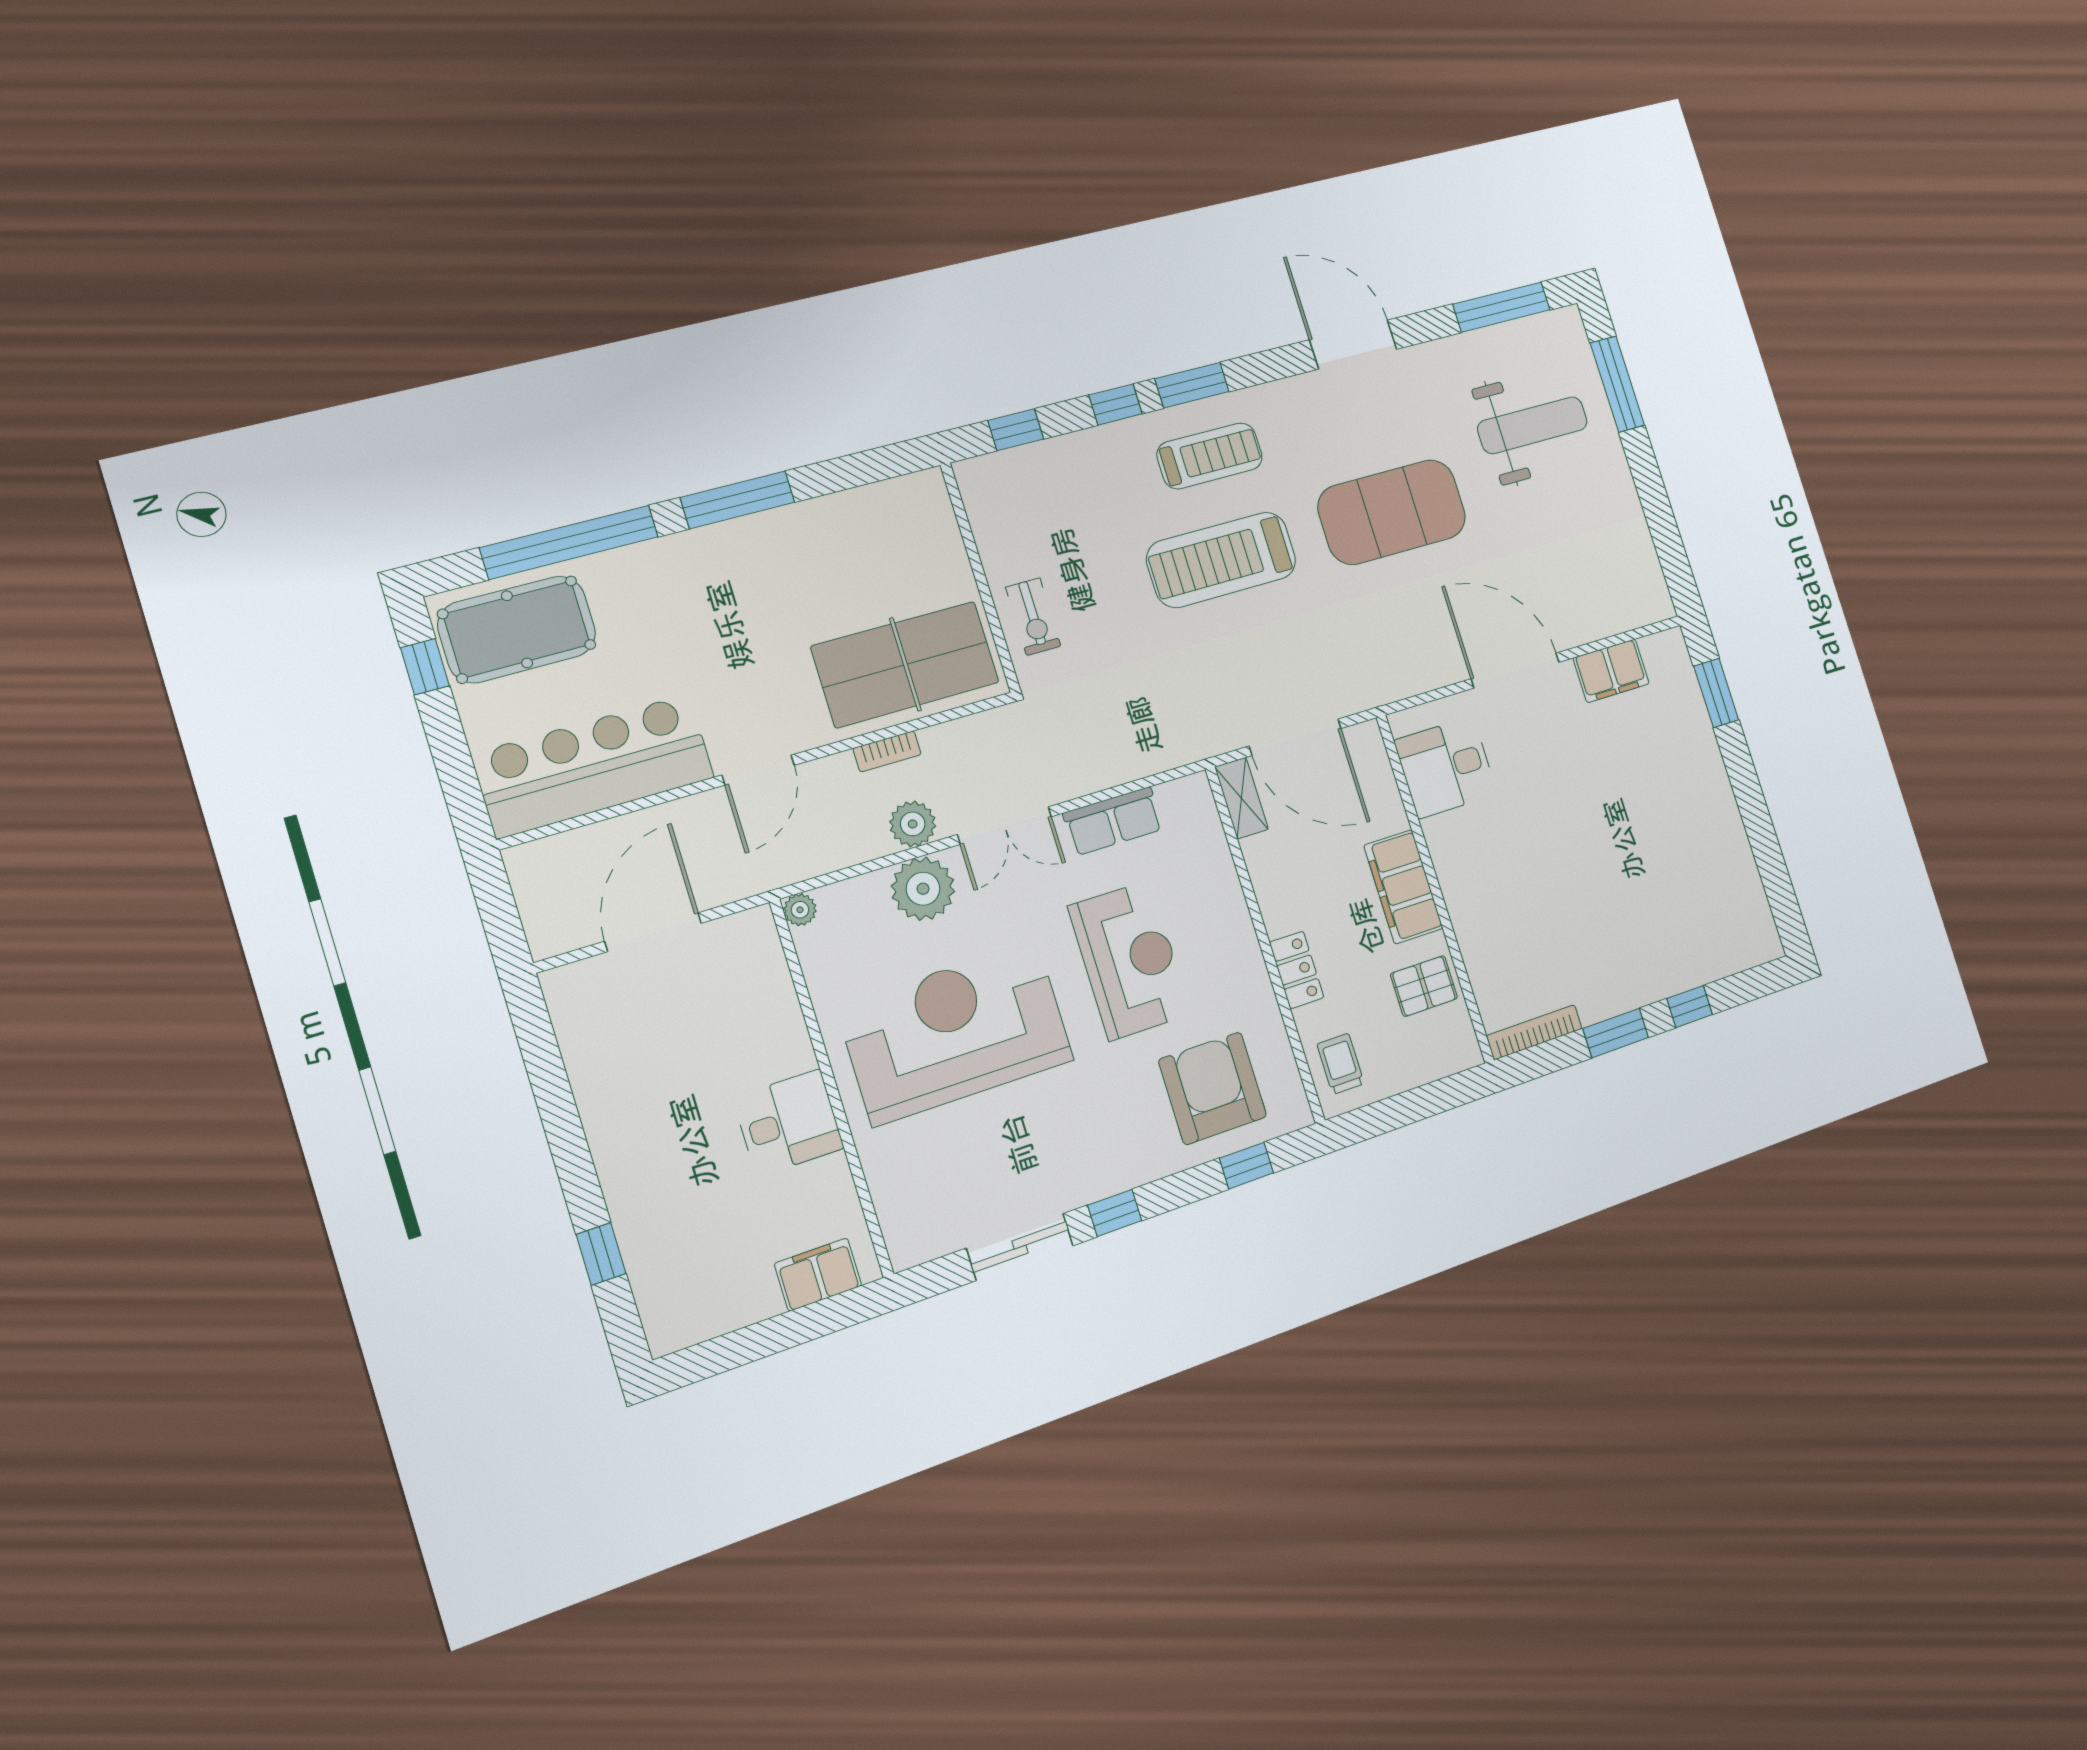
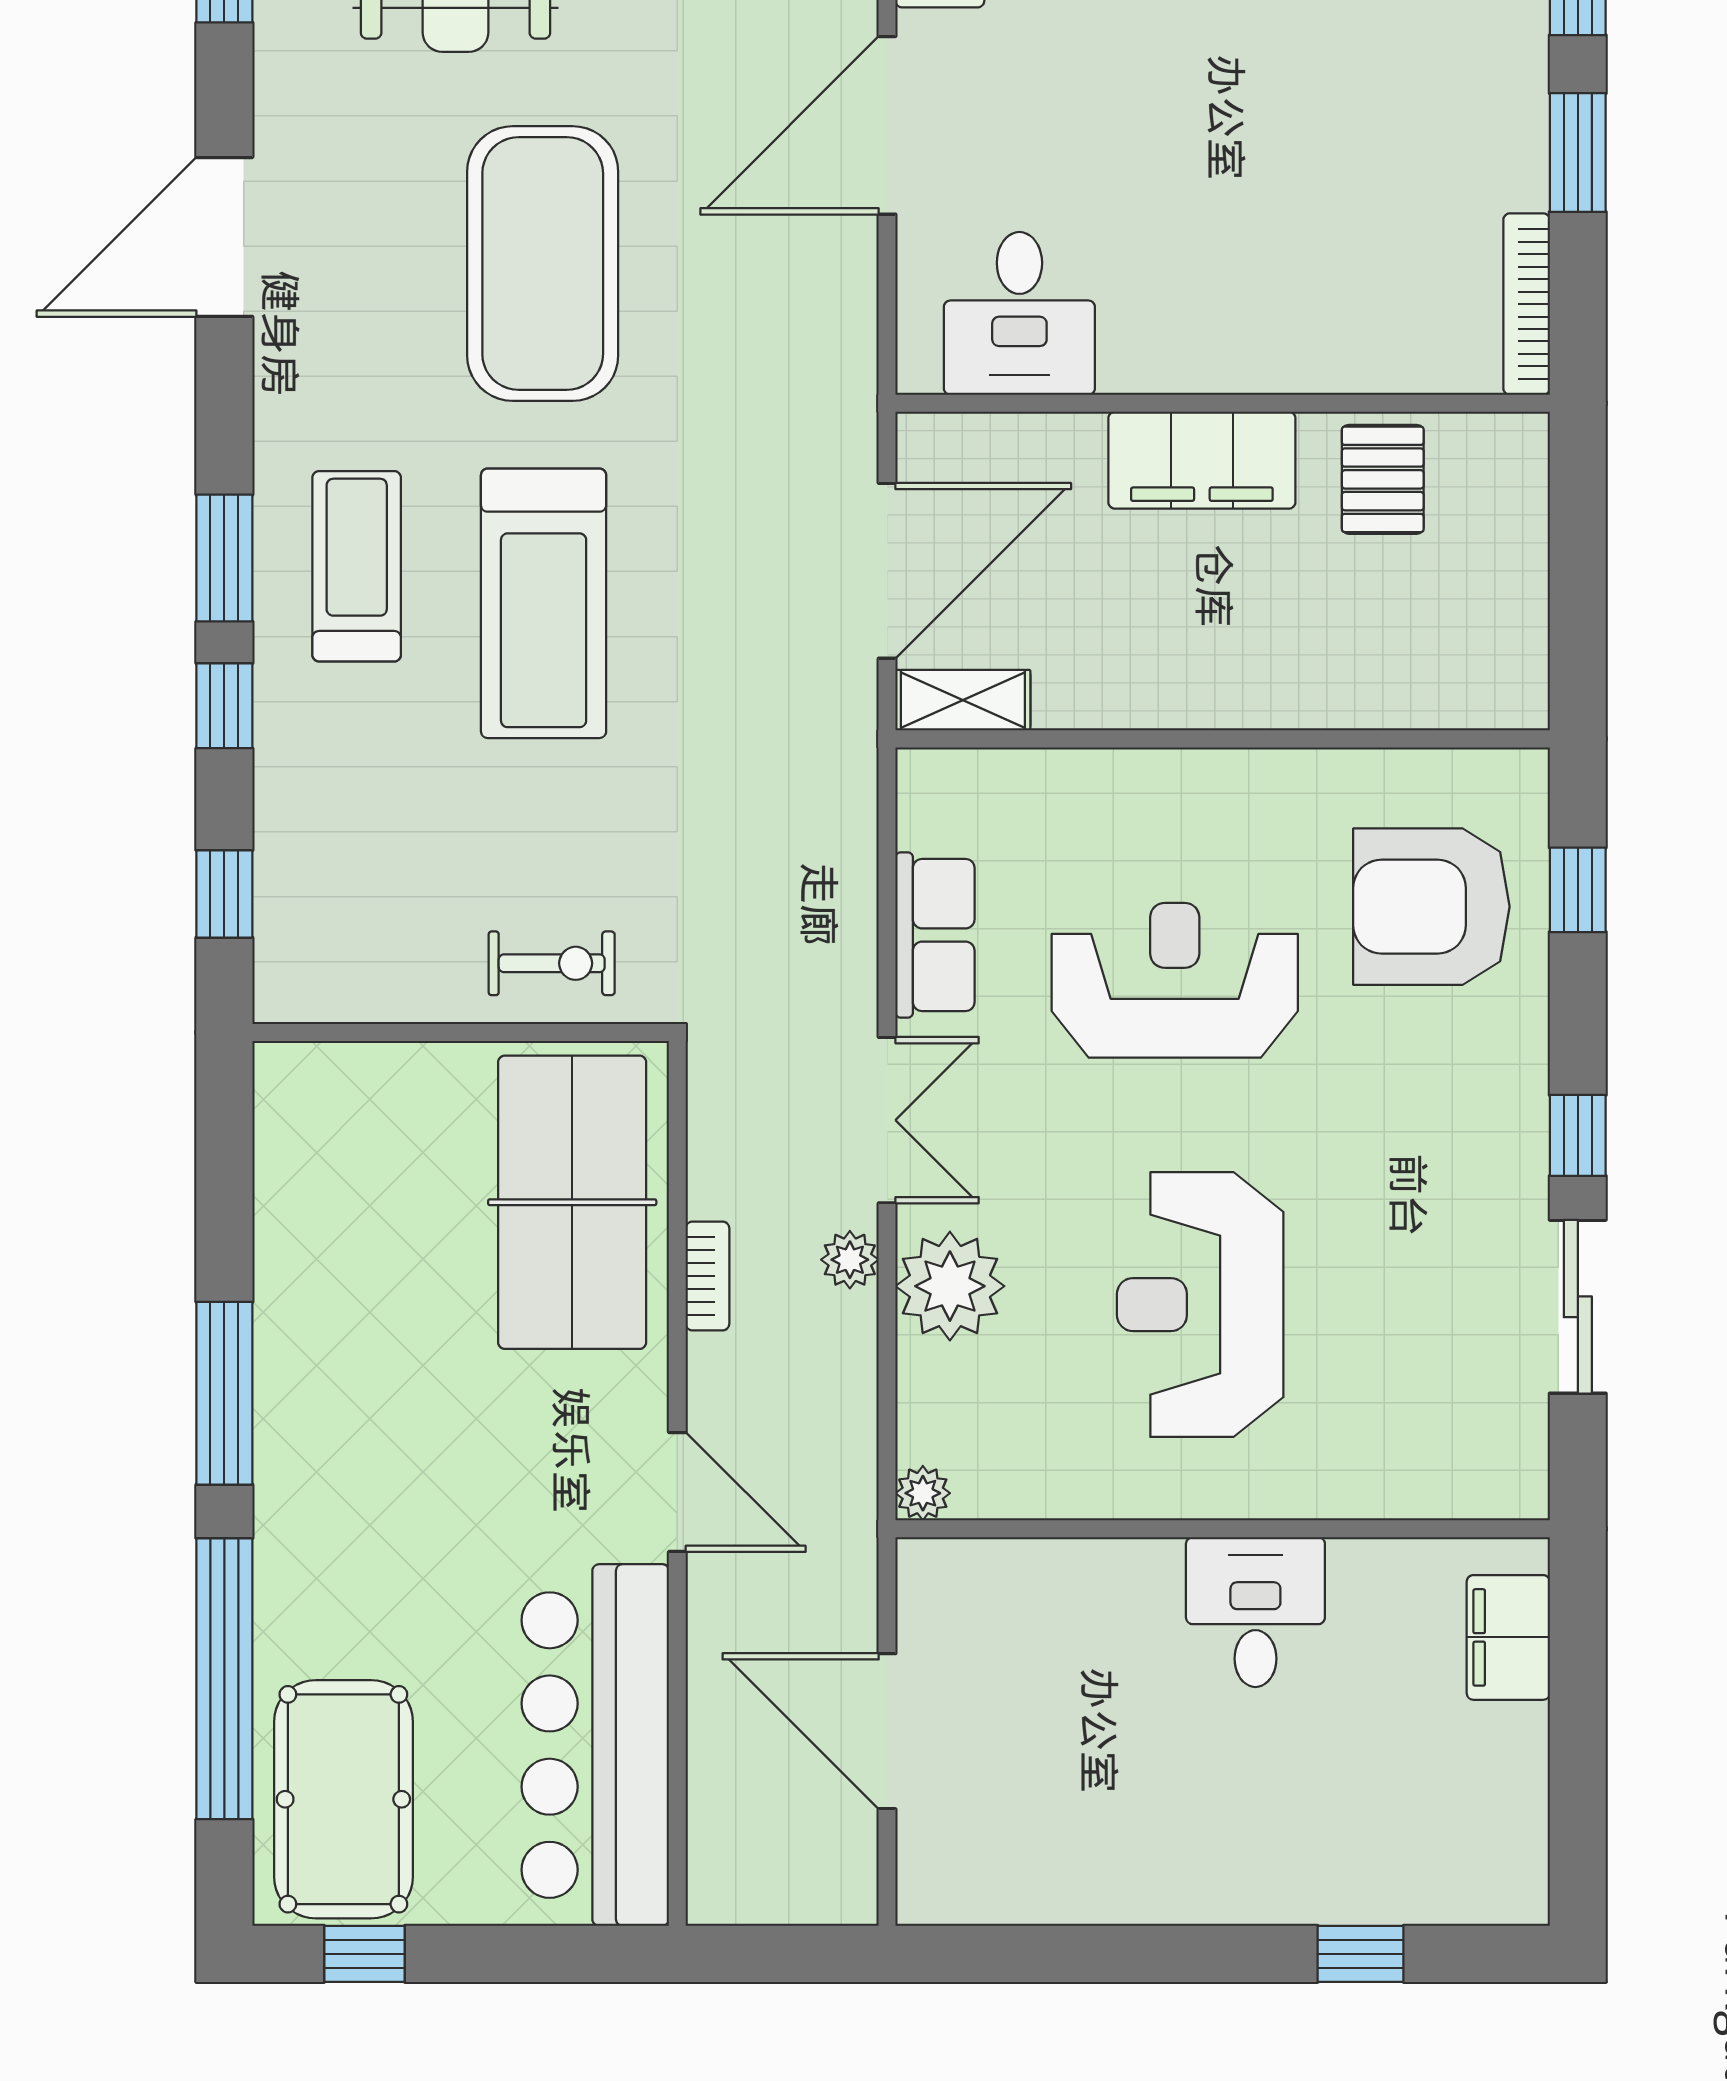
plant: (913, 824) -> (850, 1260), width x0.73, depth x0.73
locker: (1297, 970) -> (1283, 697), removed
reception desk: (956, 1033) -> (1200, 1305), width x0.74, depth x0.77
trolley: (1341, 1064) -> (1465, 672), removed

